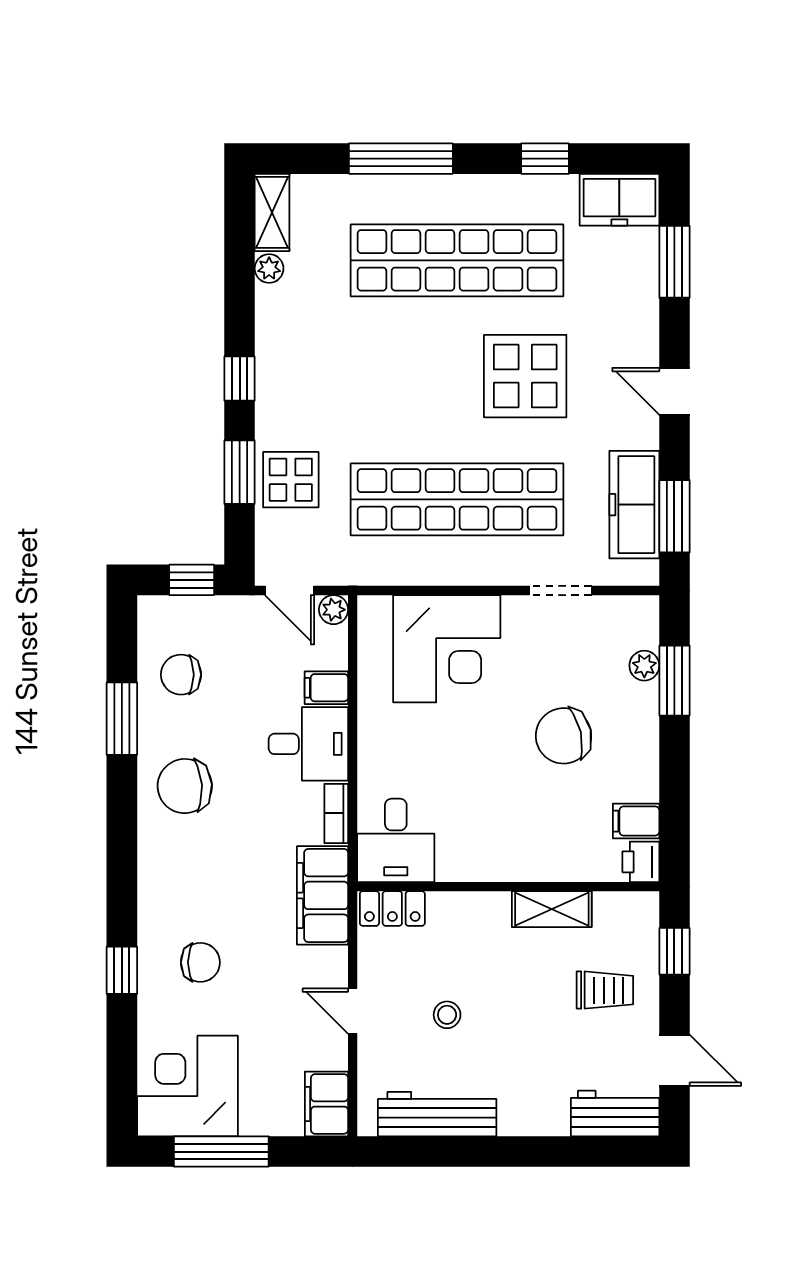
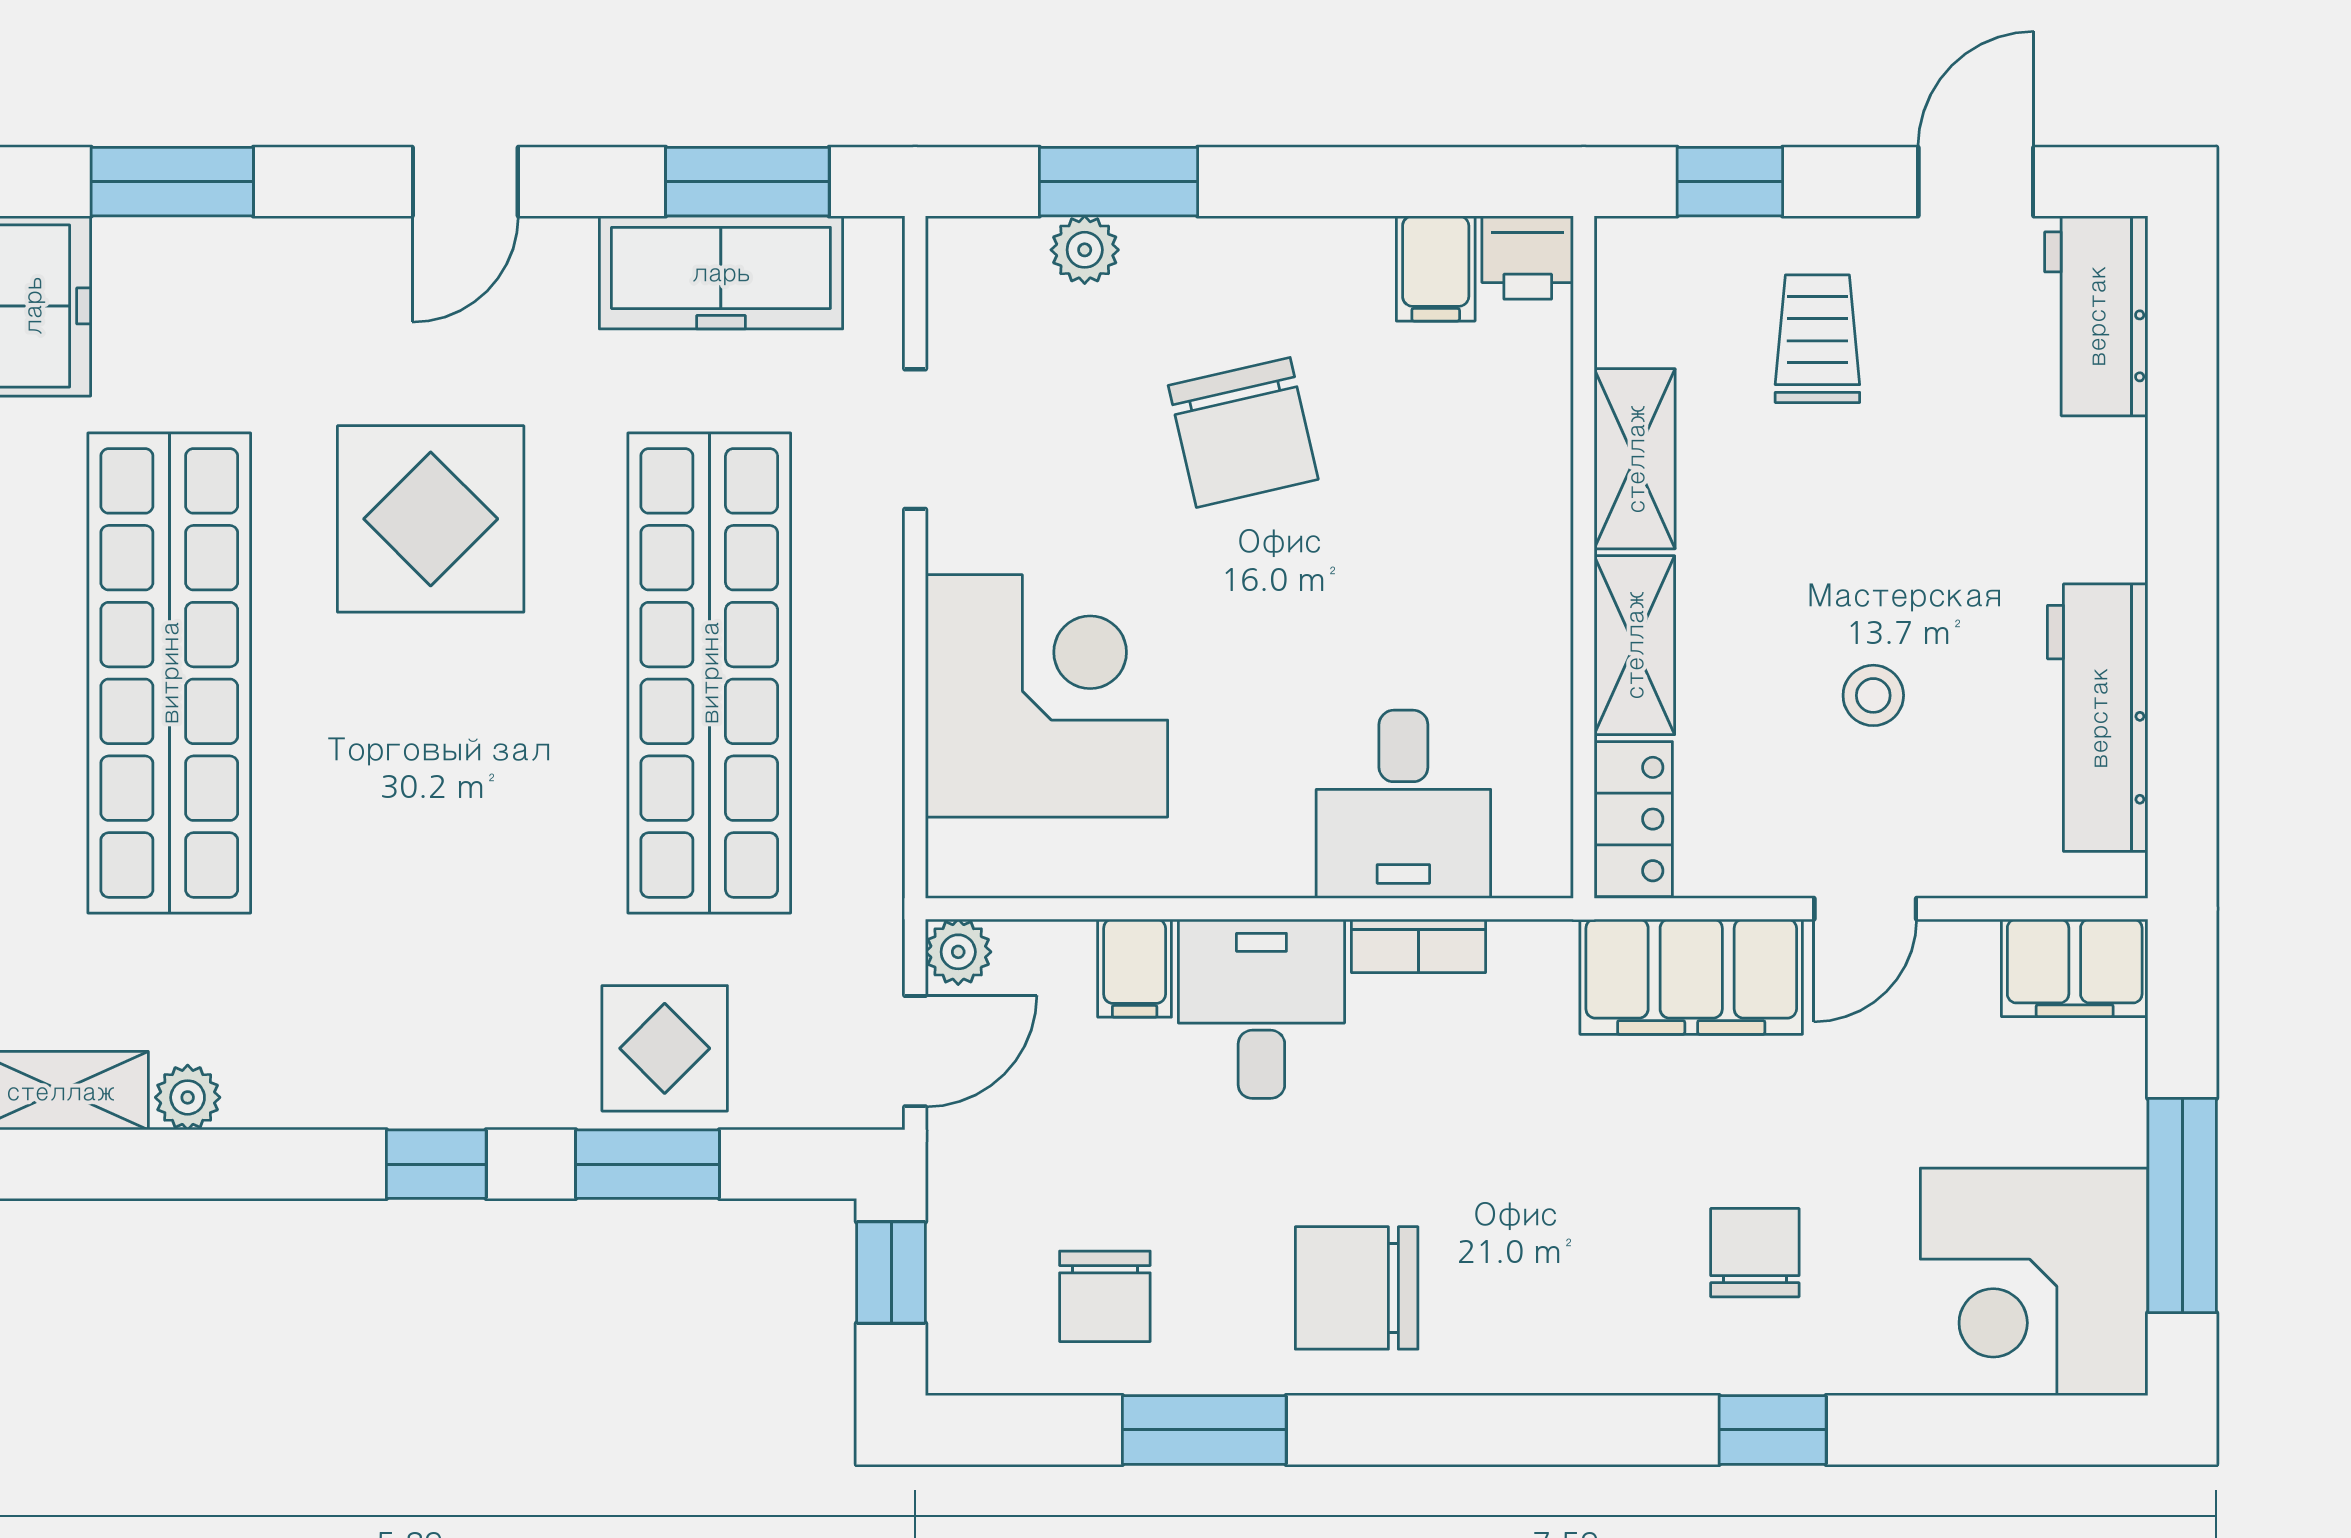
chair: (185, 786) -> (1357, 1288), turned 94
desk: (396, 840) -> (1403, 804), moved, turned 90
filing cabinet: (323, 895) -> (1691, 977), moved
shelving: (469, 909) -> (1634, 645), added

